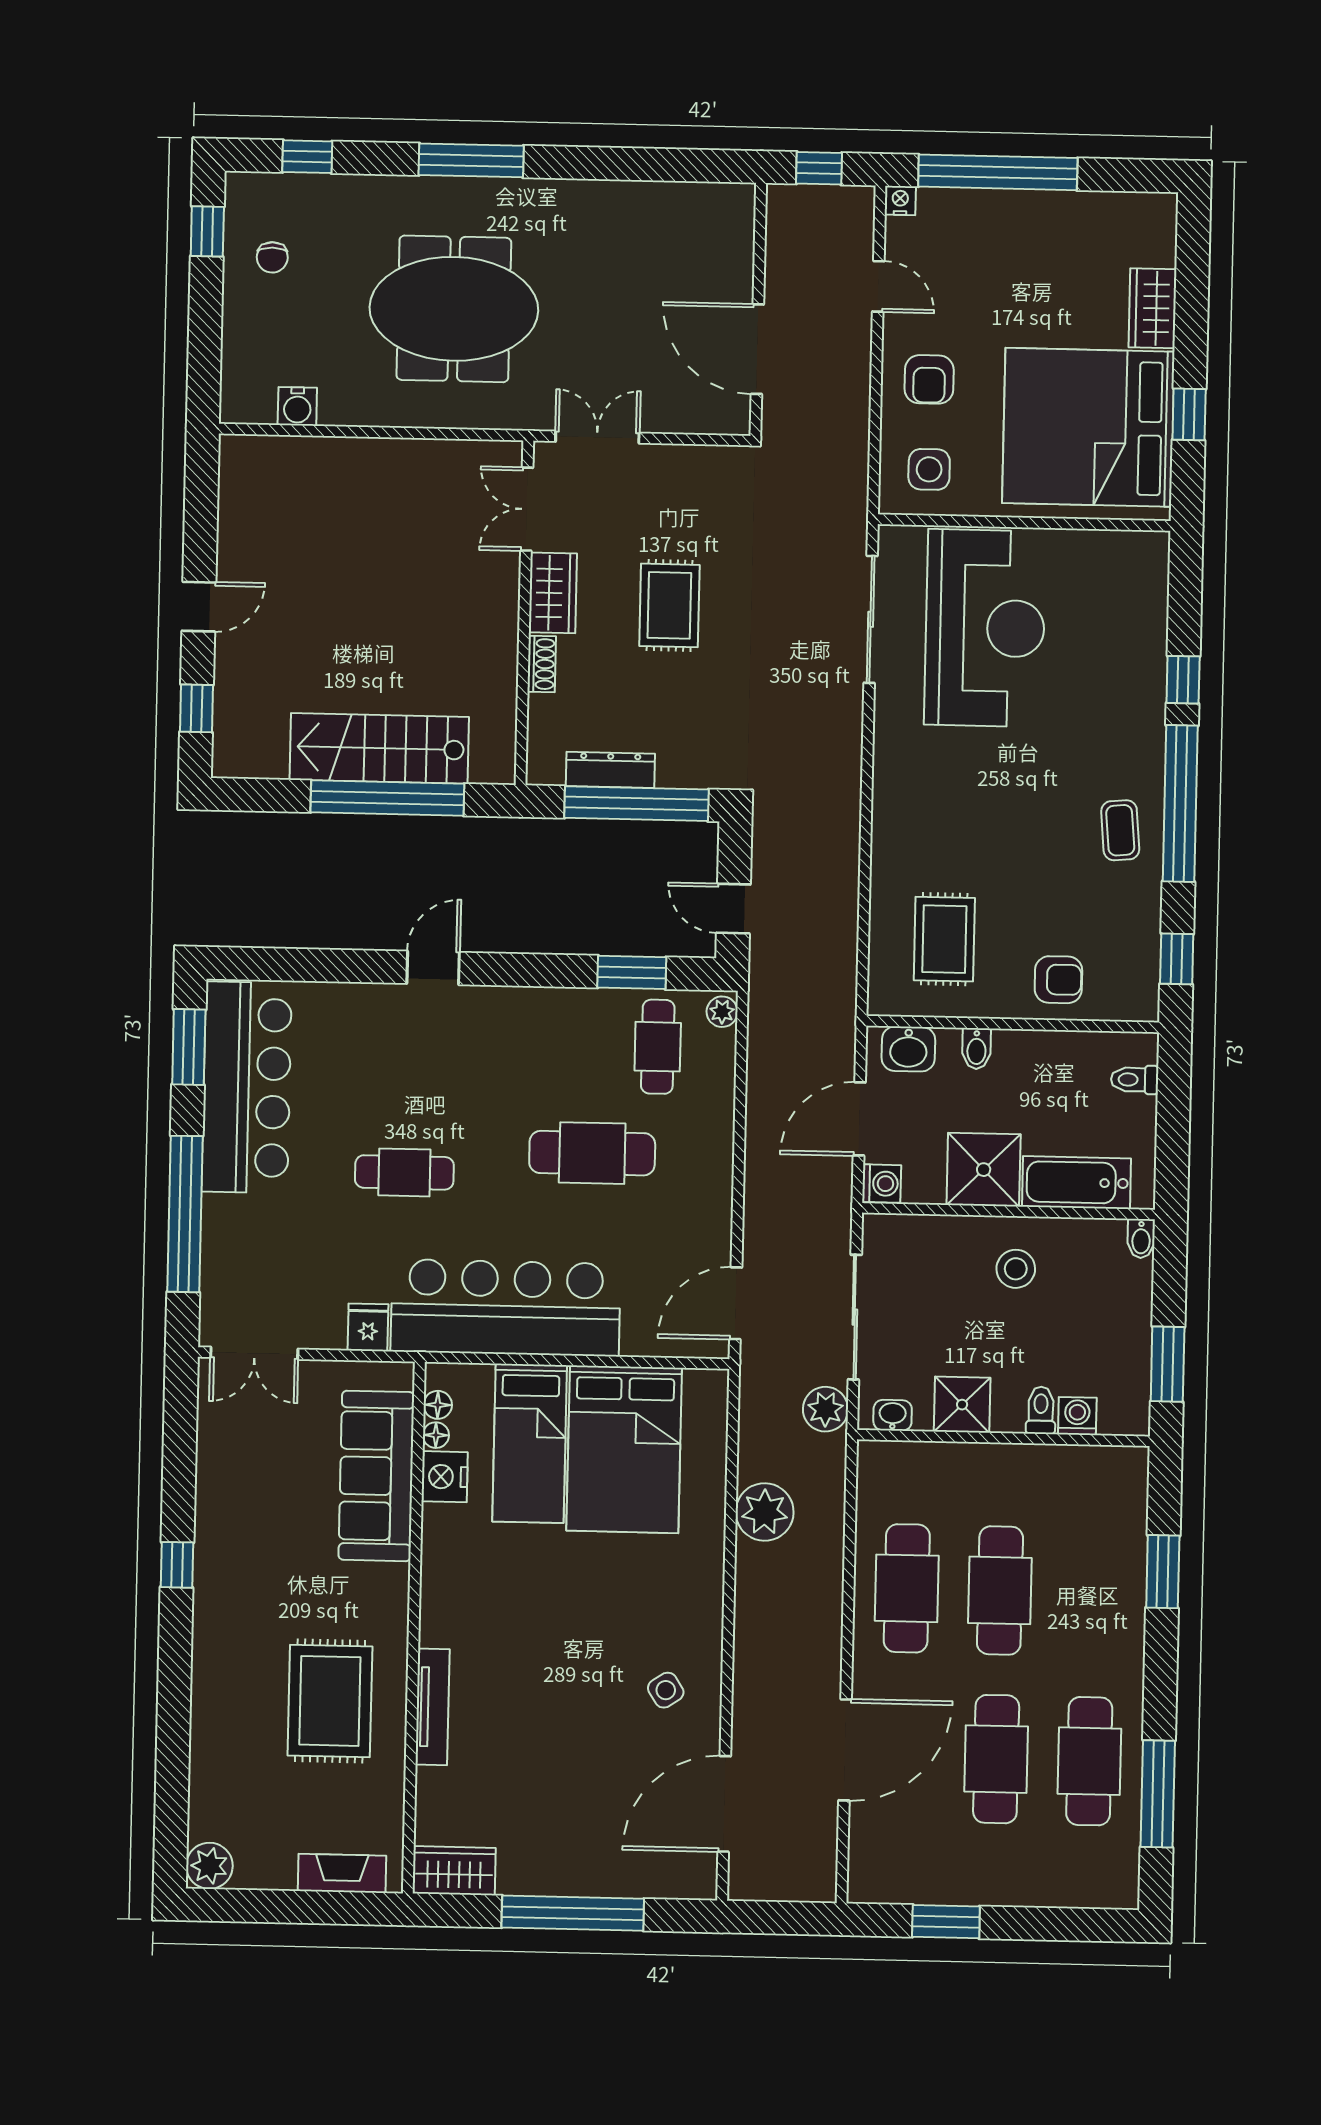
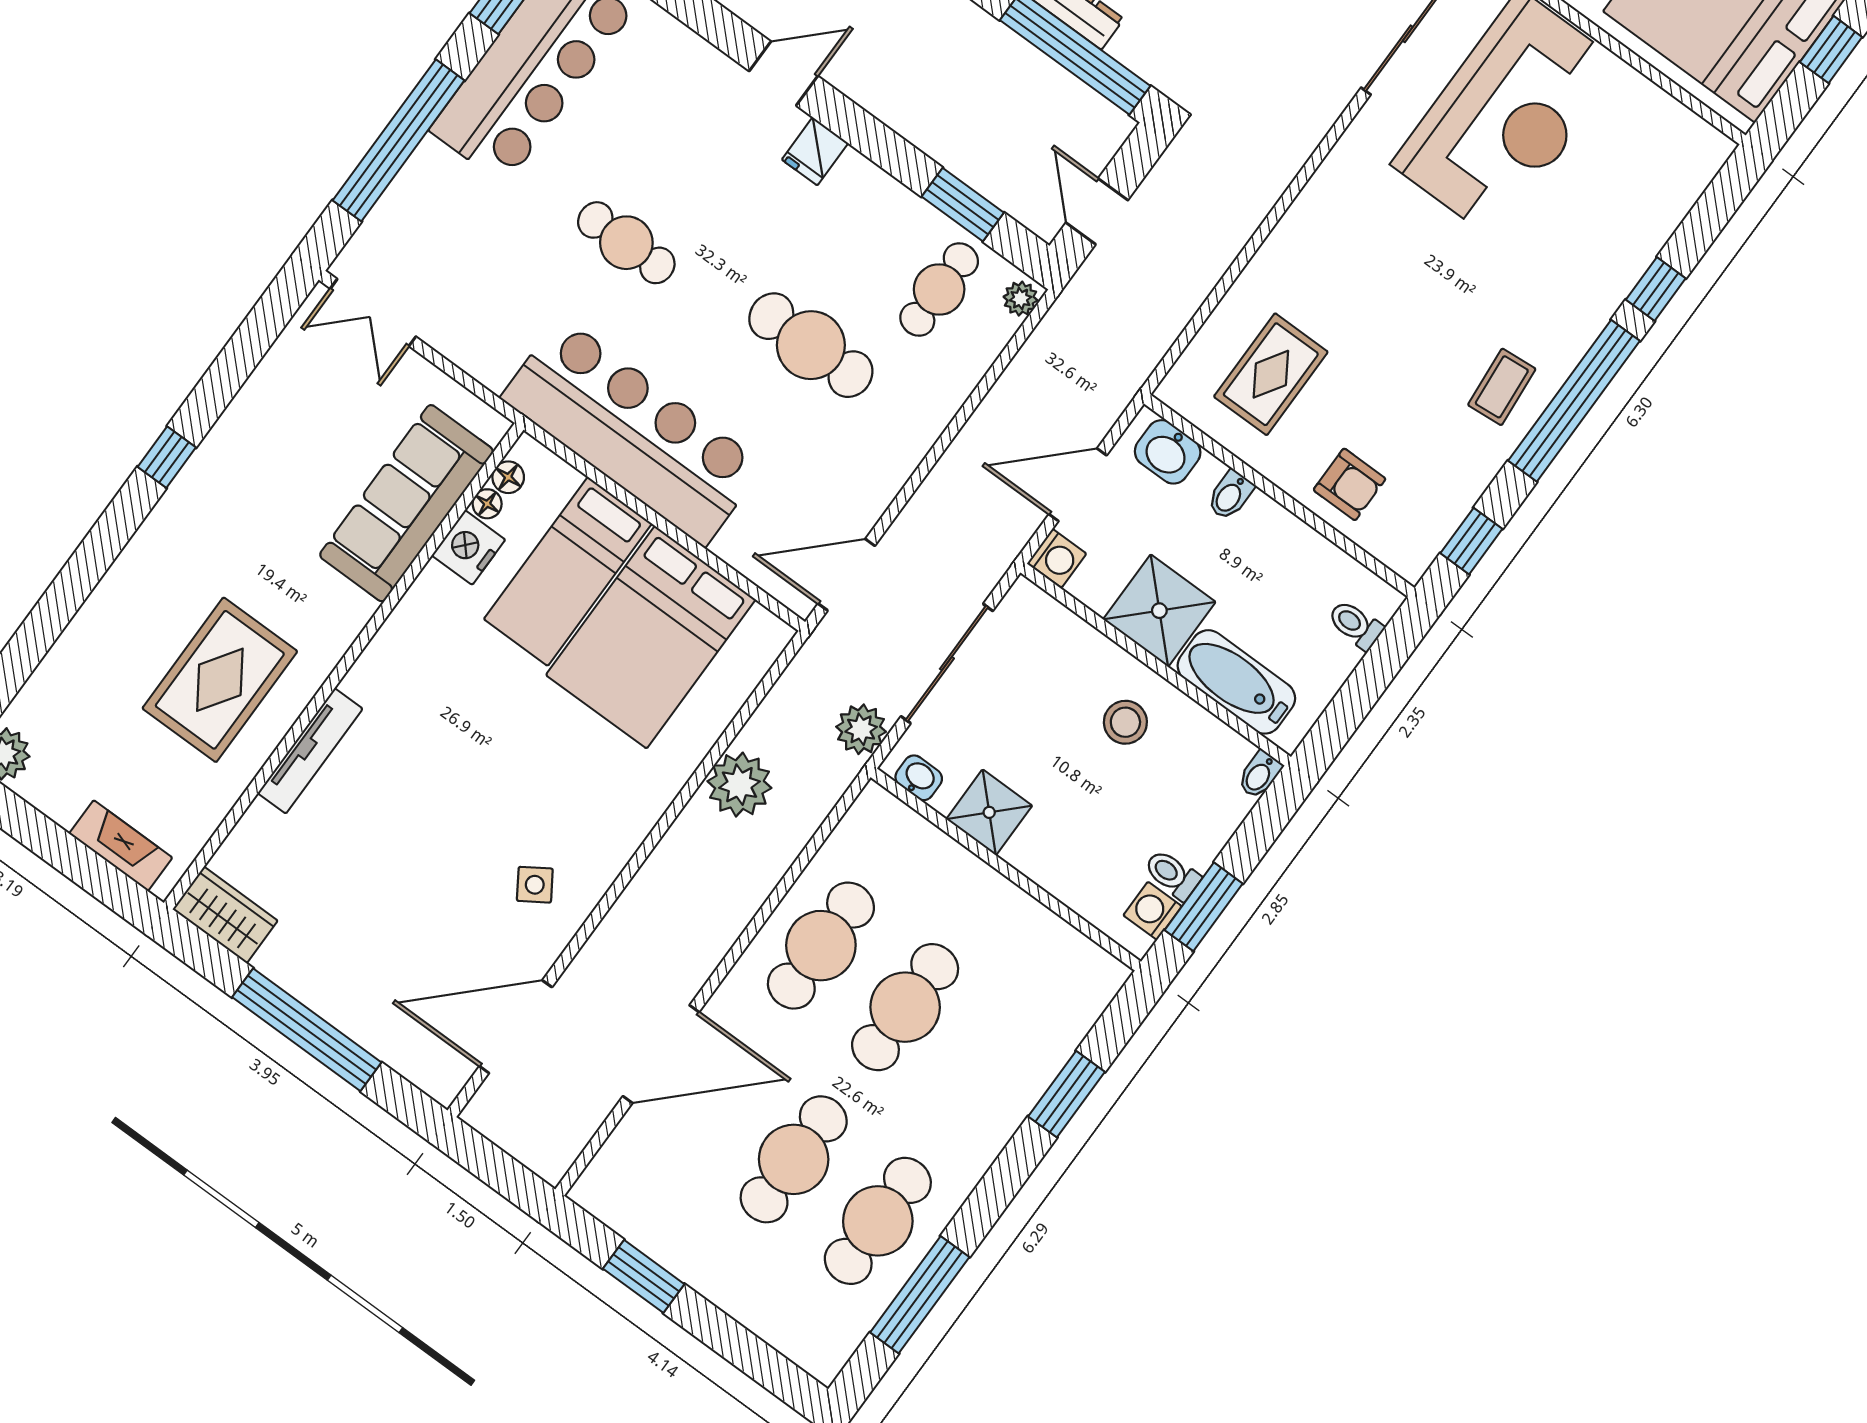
fridge: (368, 1327) -> (815, 151), moved, turned 180
toilet: (1041, 1410) -> (1172, 875), moved, turned -90
washing machine: (1077, 1416) -> (1152, 911), moved, turned -90

